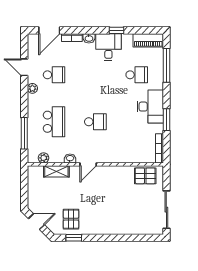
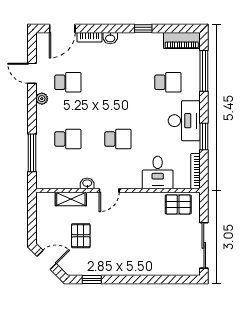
desk: (108, 47) -> (158, 173), moved, turned 180
school desk: (54, 122) -> (68, 139), width x0.54
plant: (44, 158) -> (55, 183), removed
pallet: (71, 219) -> (81, 236), moved

